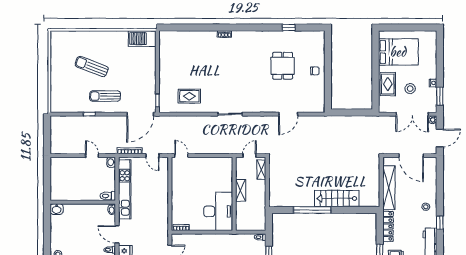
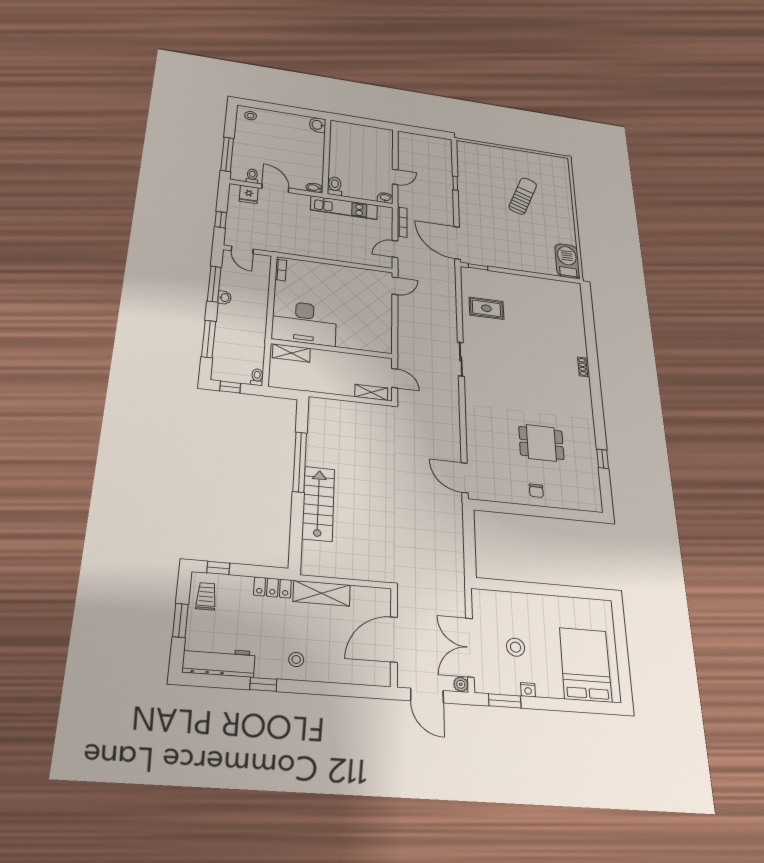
bed: (398, 52) -> (586, 665), moved, turned 180
rug: (388, 84) -> (521, 608), removed
sun lounger: (105, 96) -> (482, 205), removed
rug: (189, 96) -> (486, 308), turned 90
door: (288, 114) -> (465, 478), moved
shelving: (389, 188) -> (322, 593), width x0.68
kitchen unit: (125, 189) -> (344, 208), width x0.73
shelving: (241, 190) -> (291, 353), moved
locker: (388, 226) -> (273, 588), width x0.66
door: (117, 234) -> (275, 188), hinge flipped

